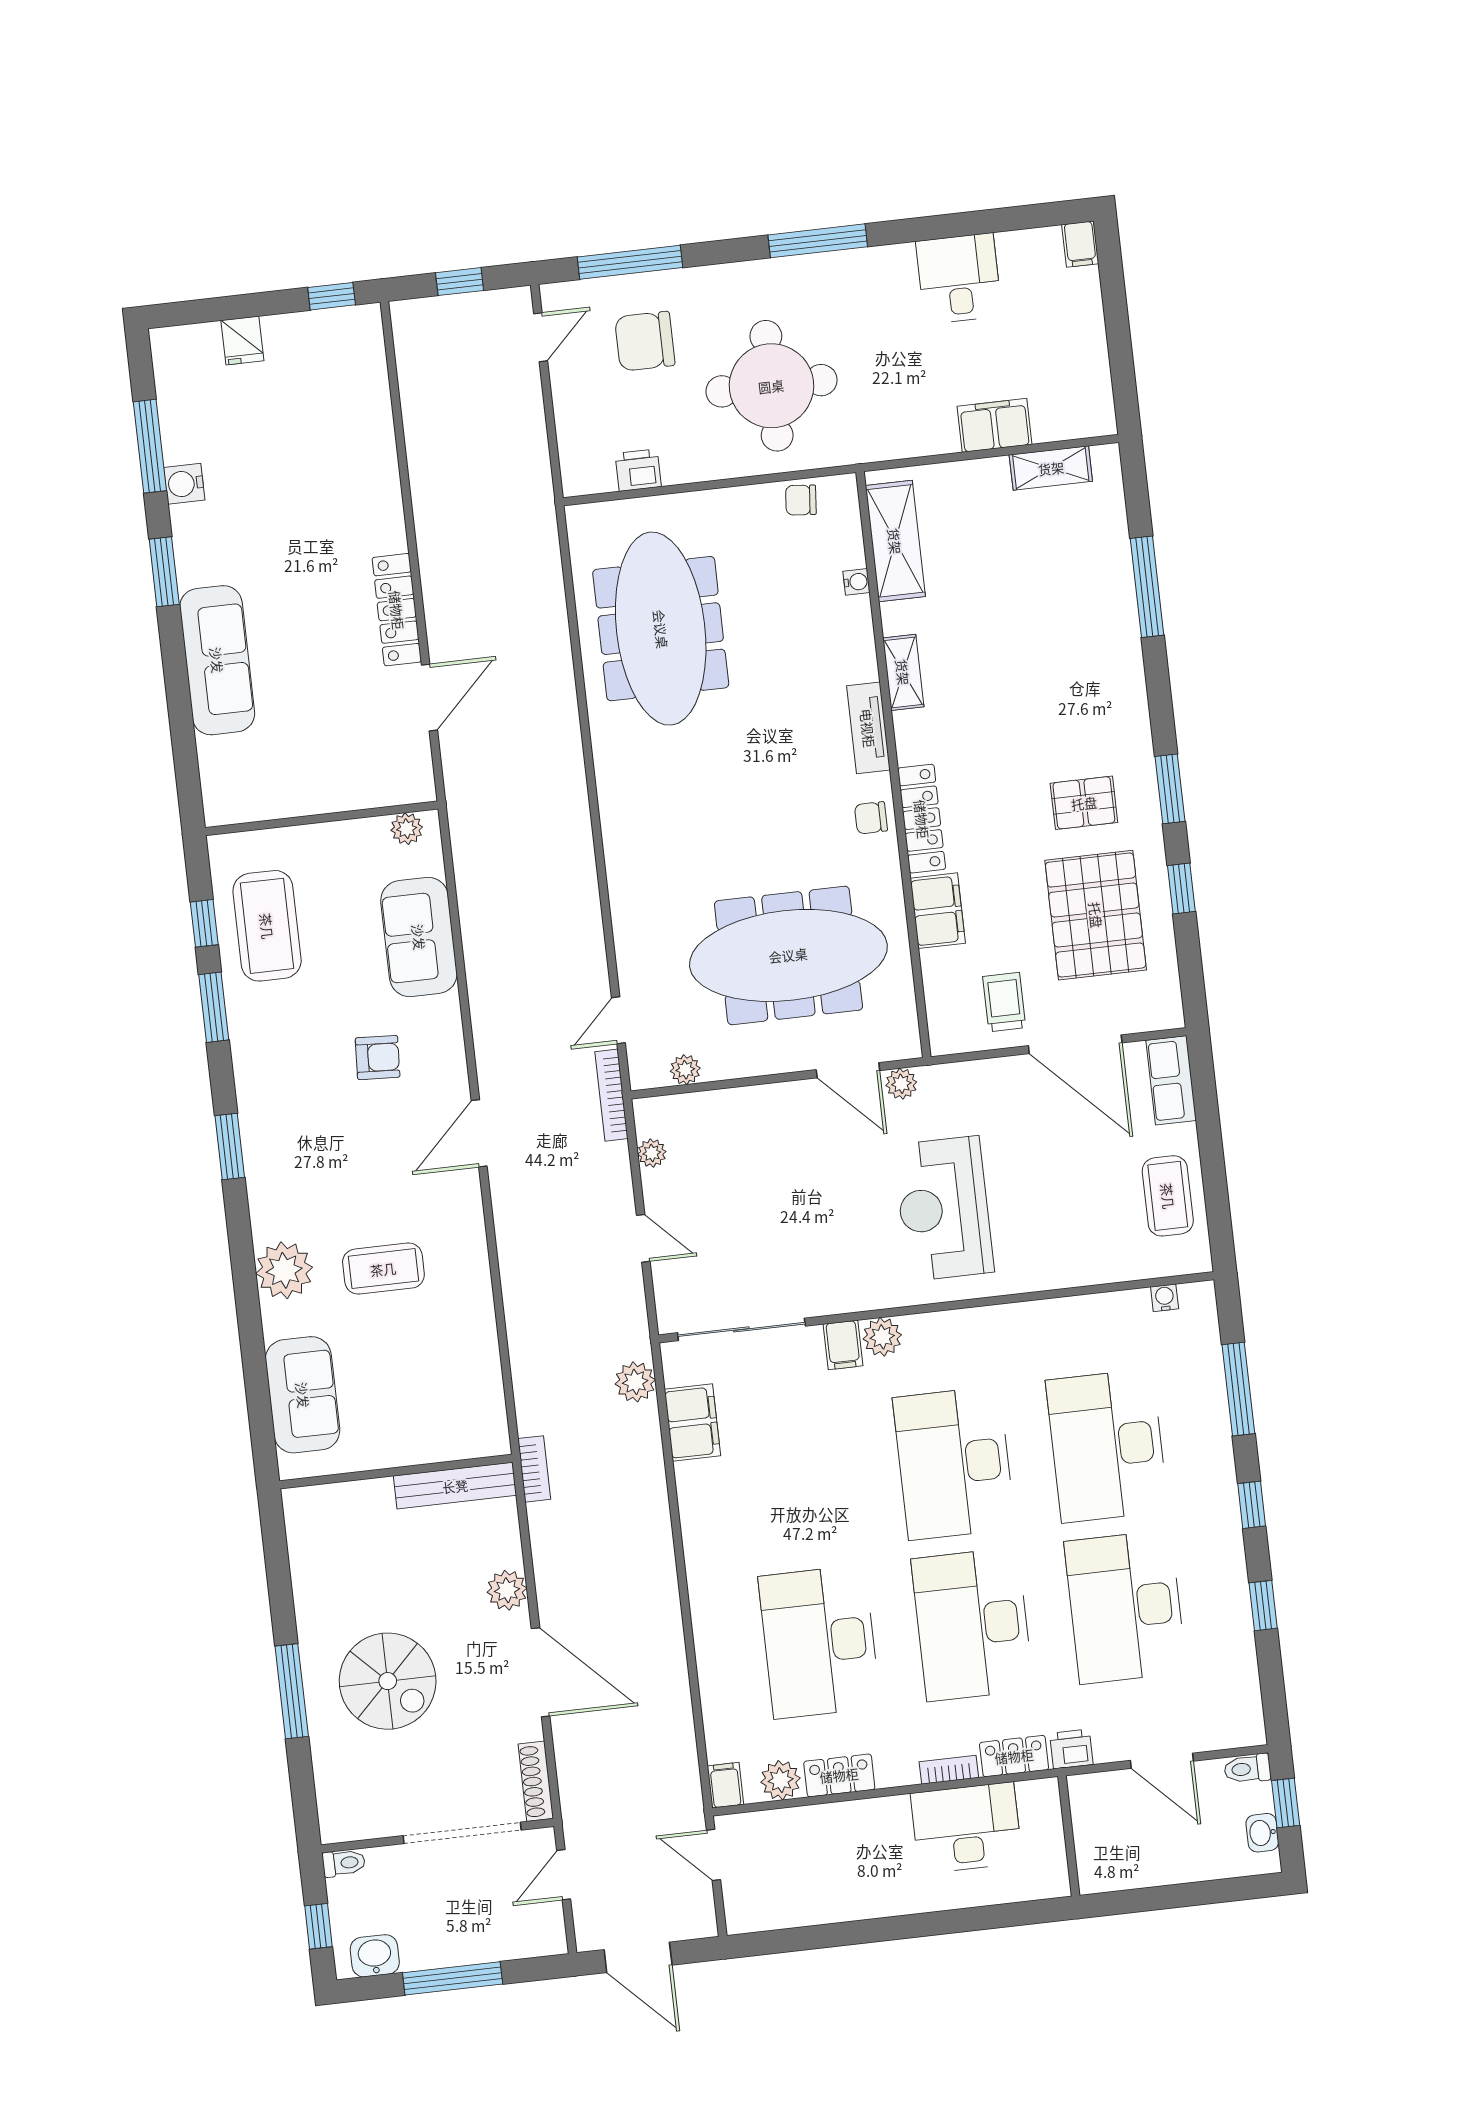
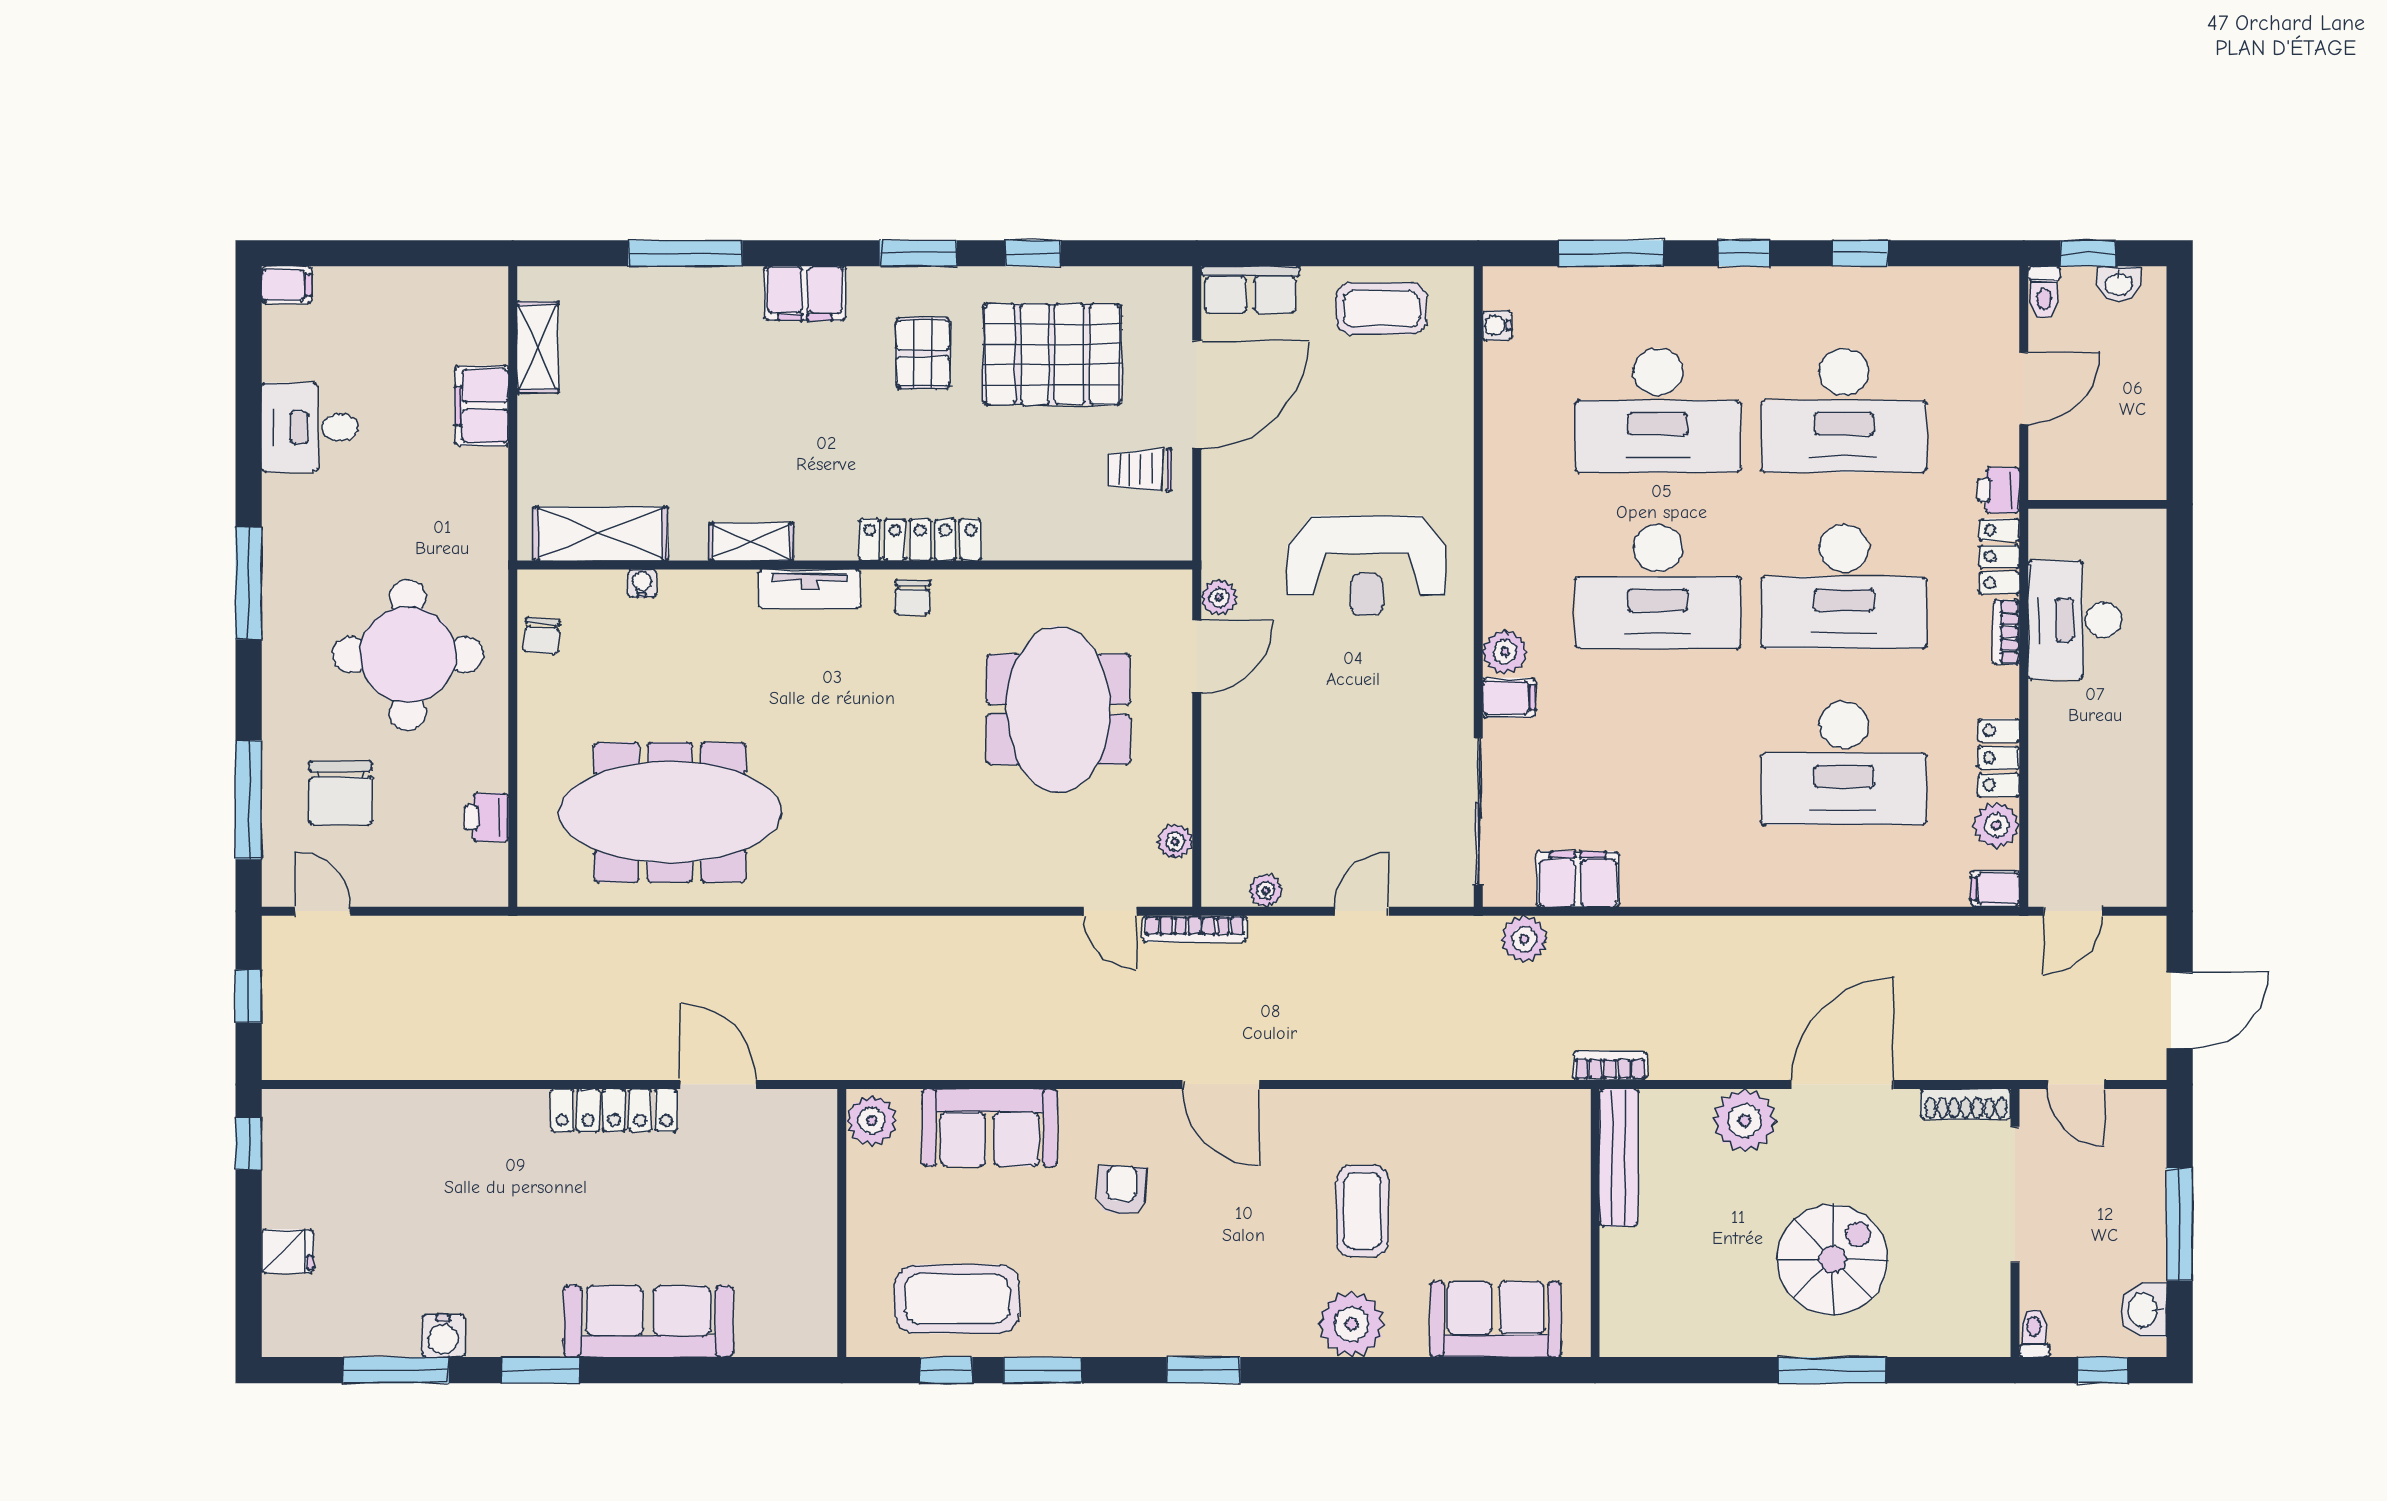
plant: (407, 829) -> (872, 1121), width x1.38, depth x1.38
filing cabinet: (938, 911) -> (805, 293), moved, turned 180
meeting table: (788, 955) -> (1059, 709), width x0.73
plant: (507, 1590) -> (1745, 1120), width x1.36, depth x1.36

